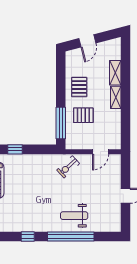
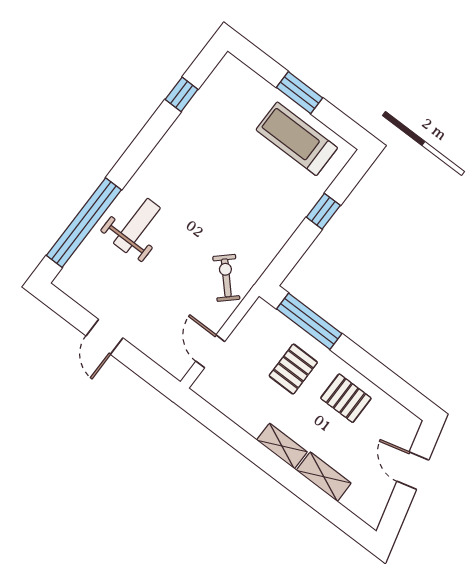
window: (28, 236) -> (182, 94), moved
window: (71, 236) -> (84, 223), moved

